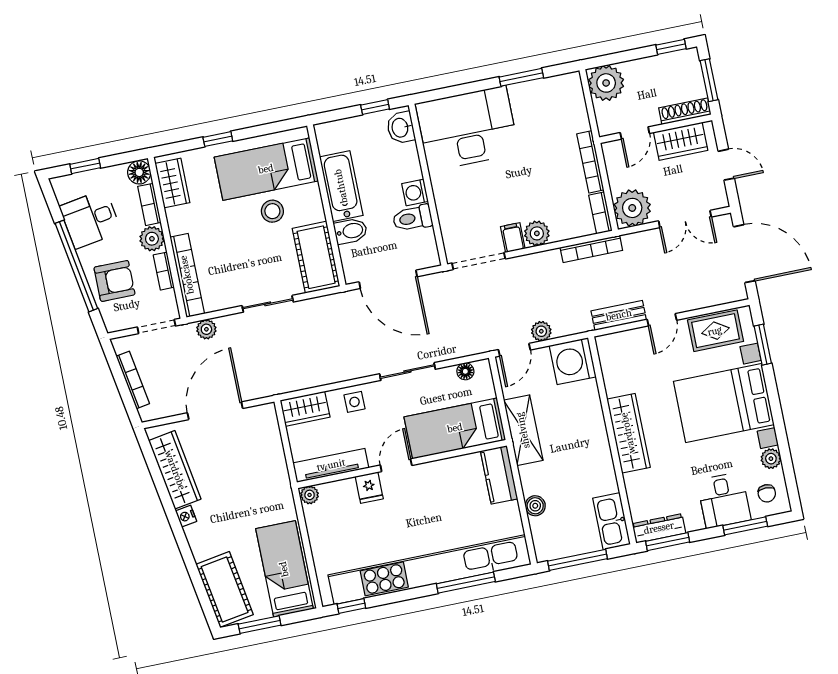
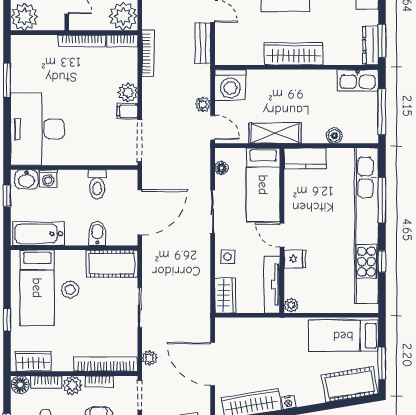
bathtub: (341, 186) -> (38, 234), moved
washing machine: (415, 192) -> (48, 179), moved
window: (351, 606) -> (382, 261), moved

